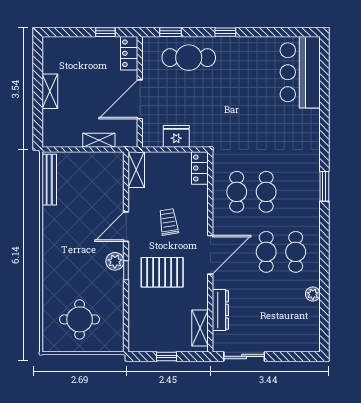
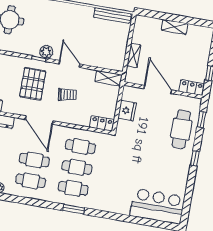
cafe table: (296, 192) -> (73, 188), added

